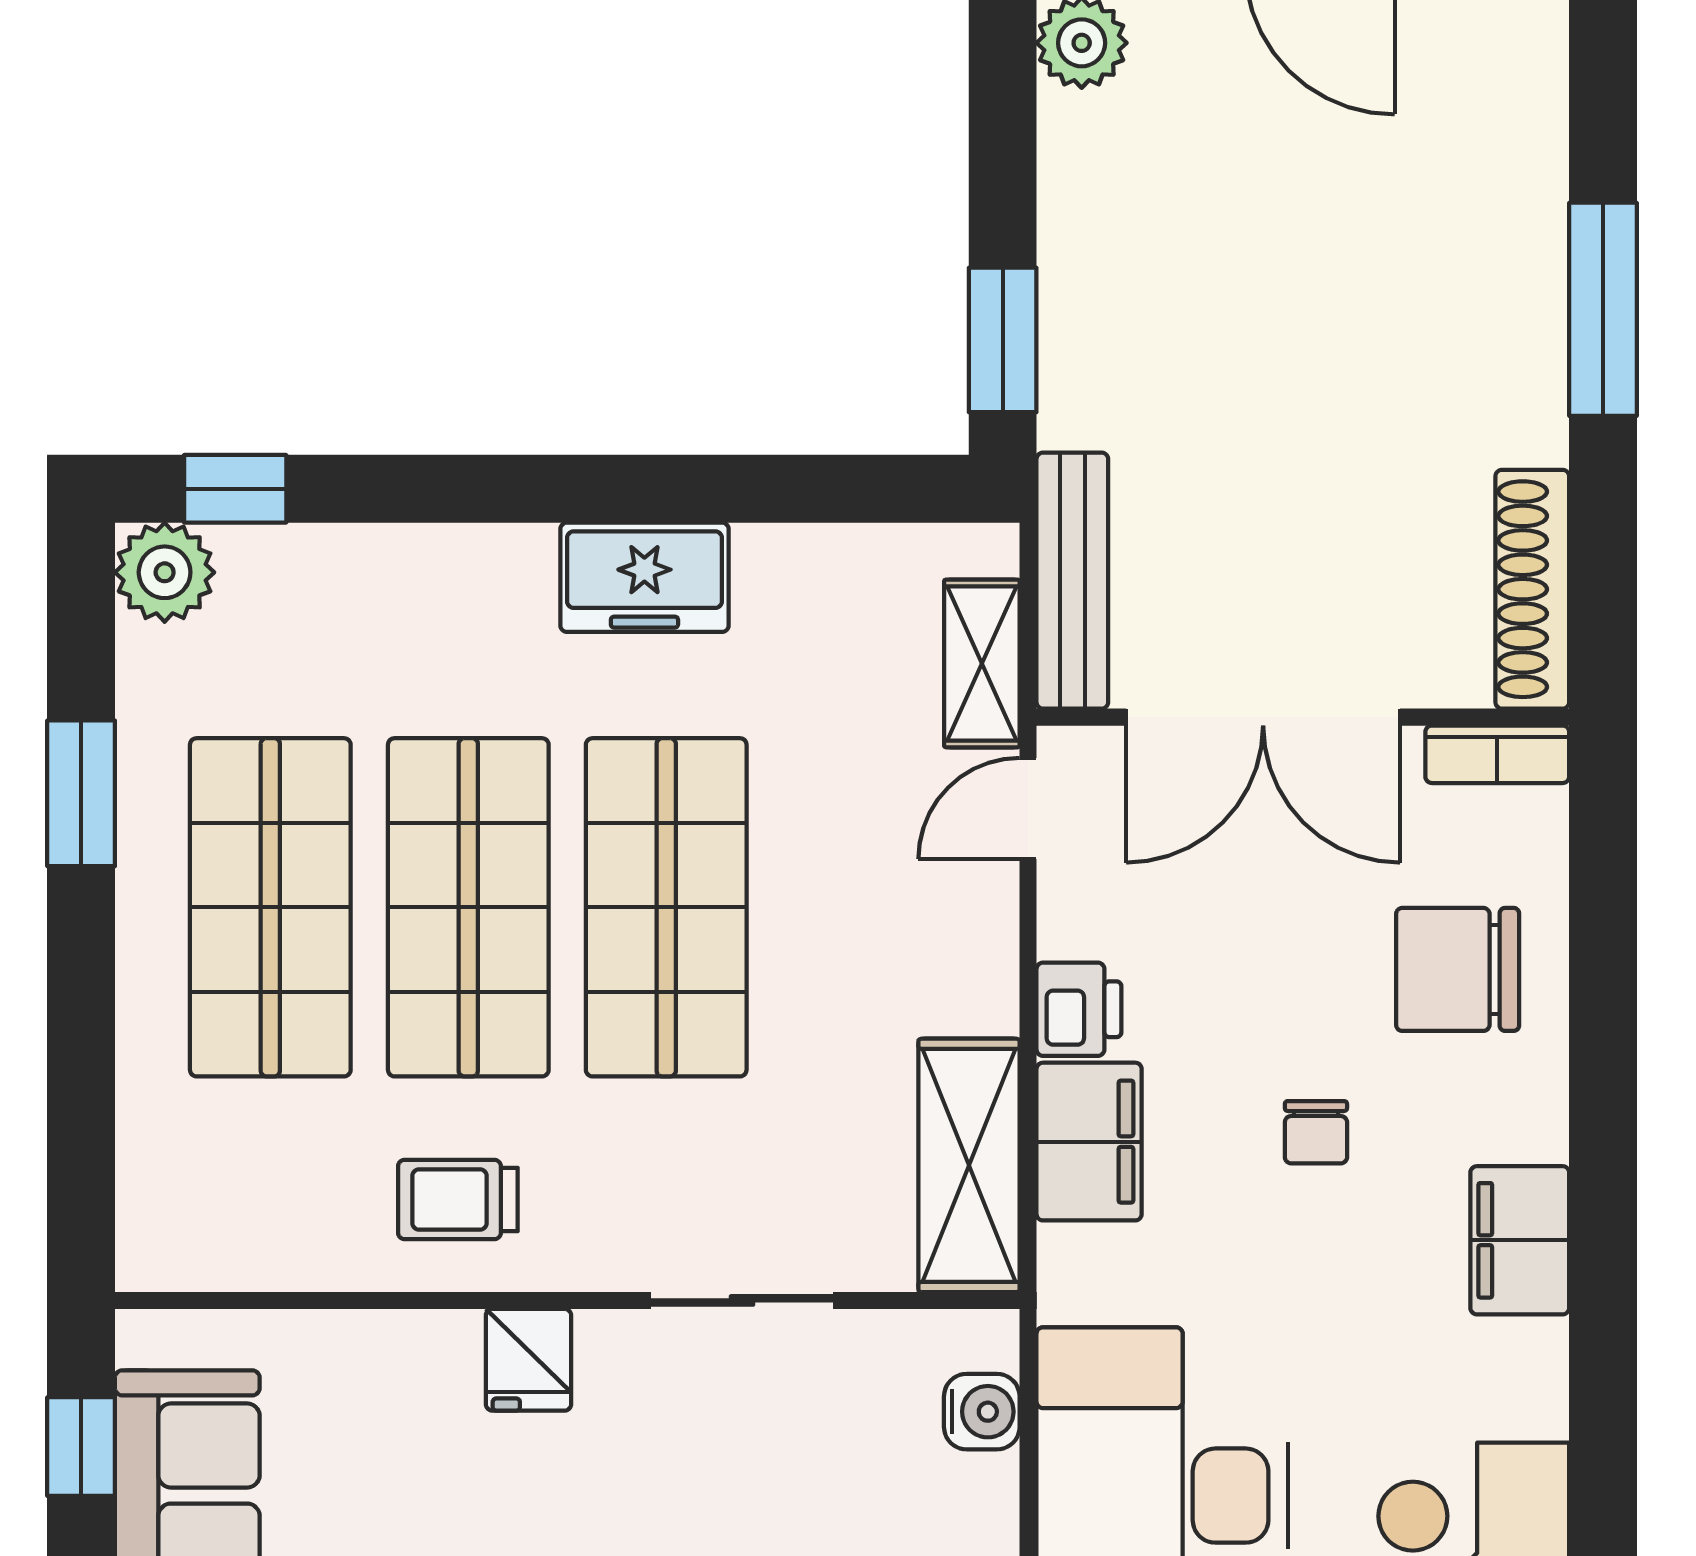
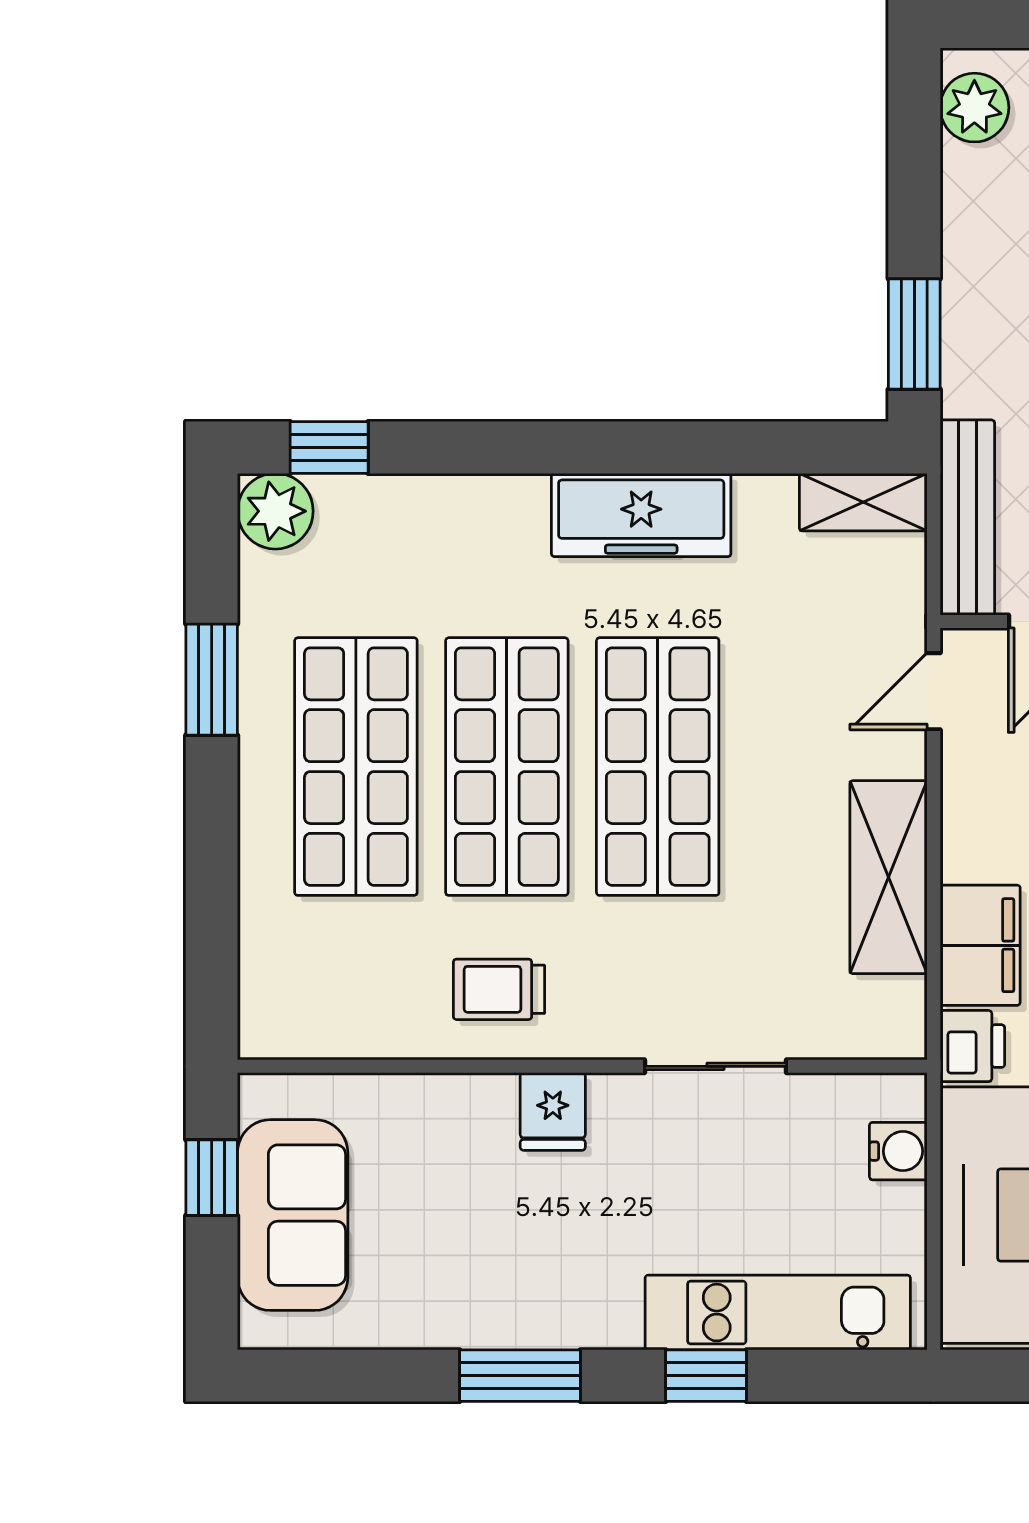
freezer: (644, 577) -> (641, 515), width x1.40
shelving: (982, 663) -> (863, 502), moved, turned 90
printer: (1079, 1009) -> (972, 1046), moved
shelving: (969, 1165) -> (889, 877), moved

